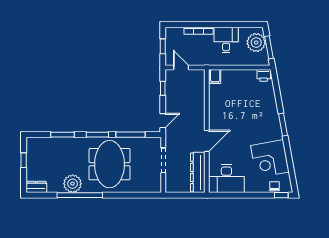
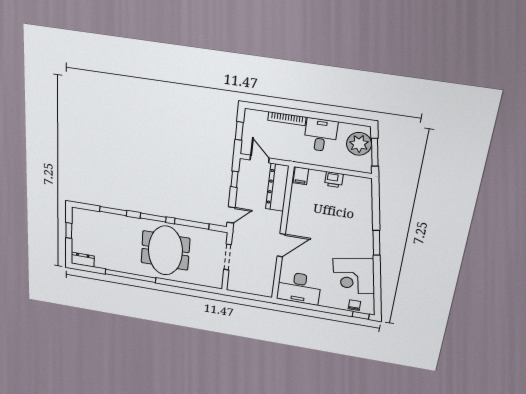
printer: (264, 75) -> (334, 180), moved
dresser: (198, 172) -> (277, 187), moved
plant: (73, 184) -> (123, 263), removed

